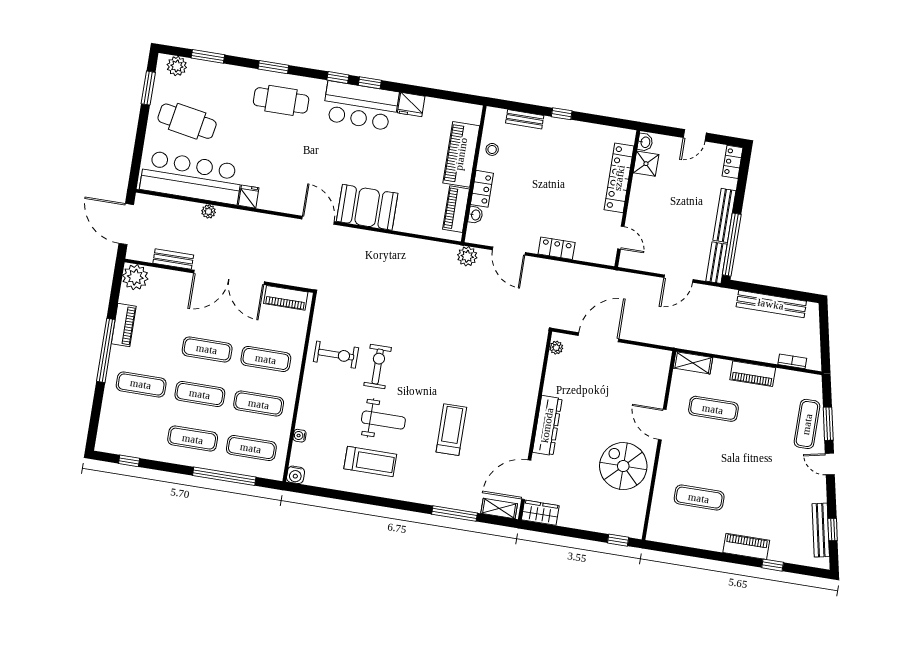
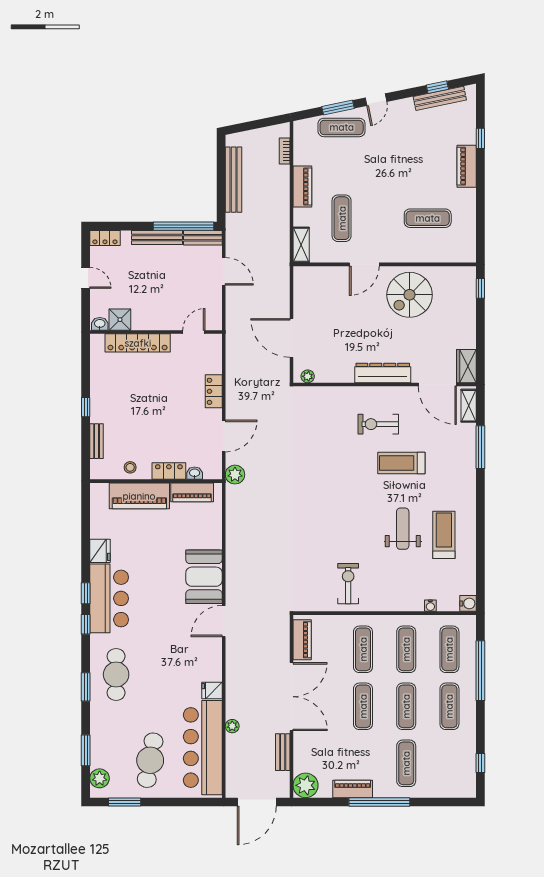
exercise bike: (378, 366) -> (378, 424), moved
exercise mat: (699, 498) -> (428, 218), turned 90

